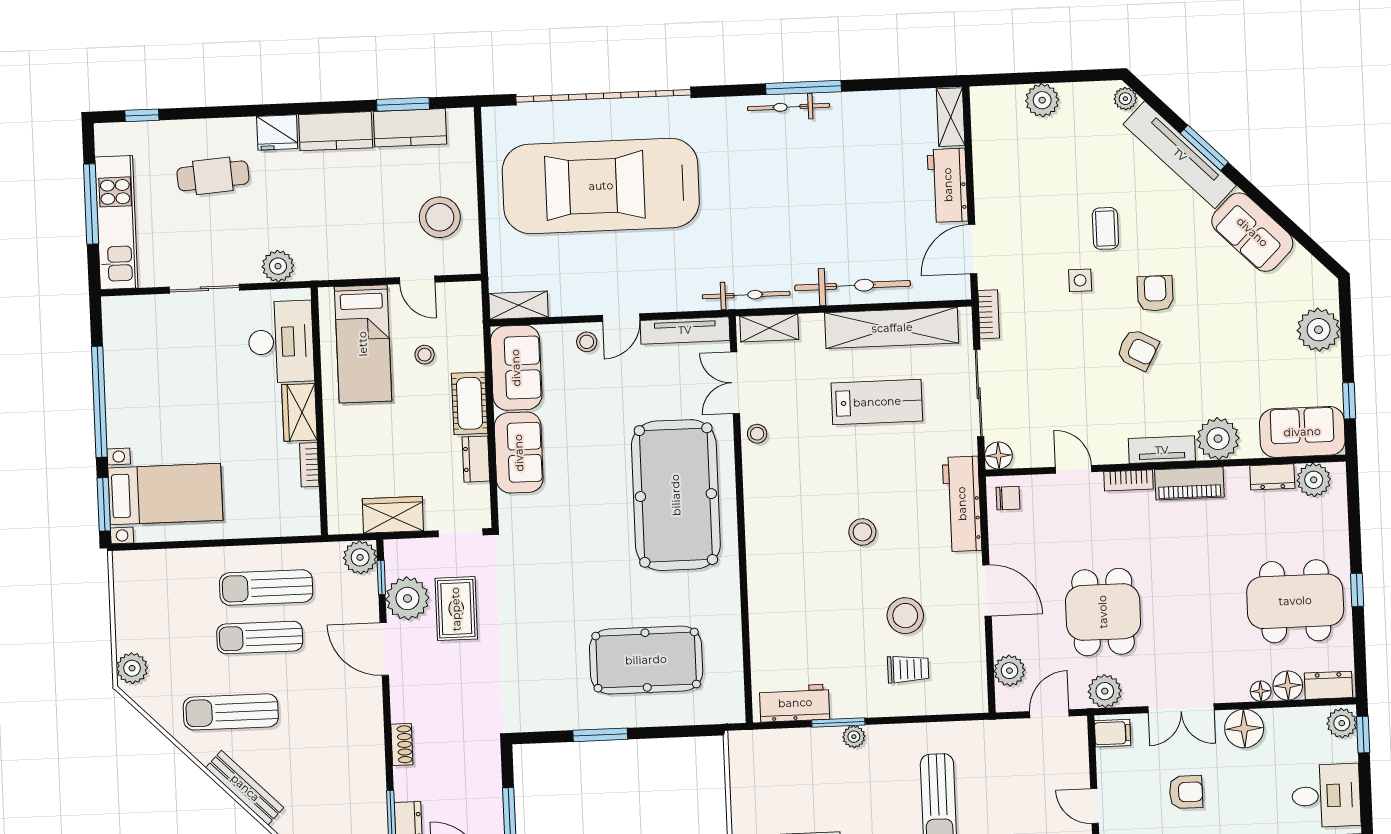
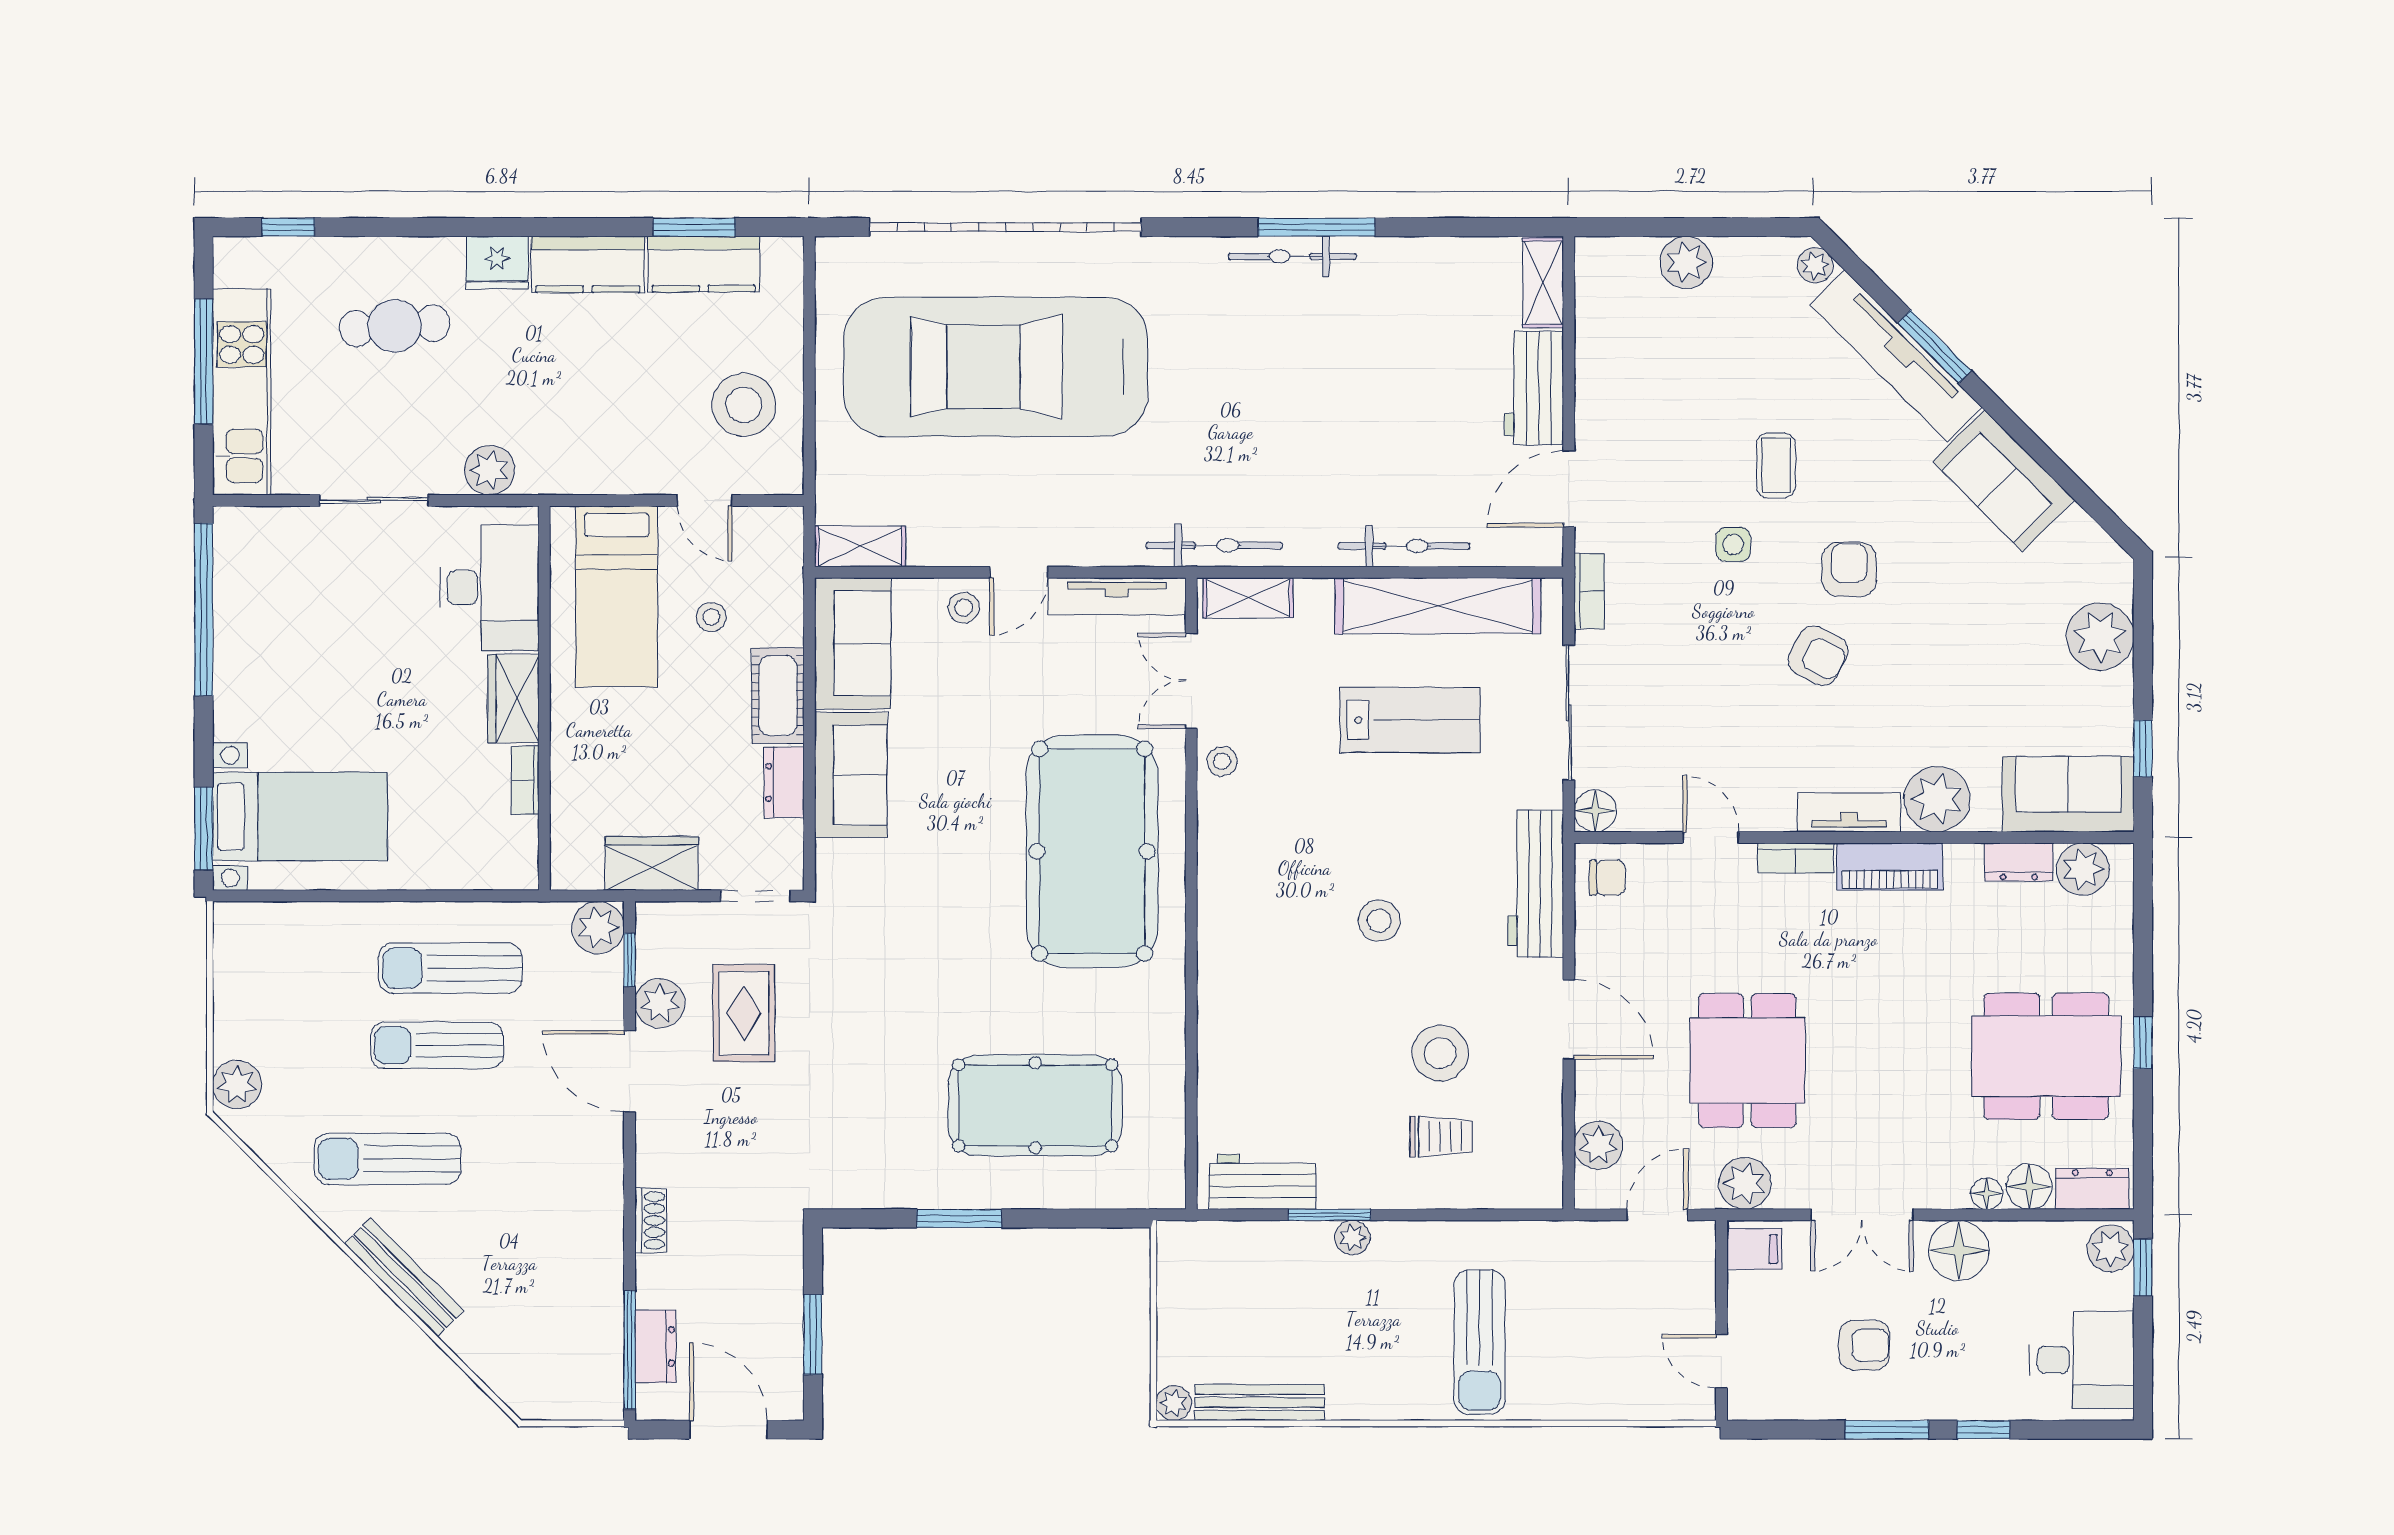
bicycle: (853, 286) -> (1404, 546), width x0.73, depth x0.71
window: (99, 402) -> (204, 610), moved
plant: (407, 598) -> (660, 1003), width x0.73, depth x0.73

